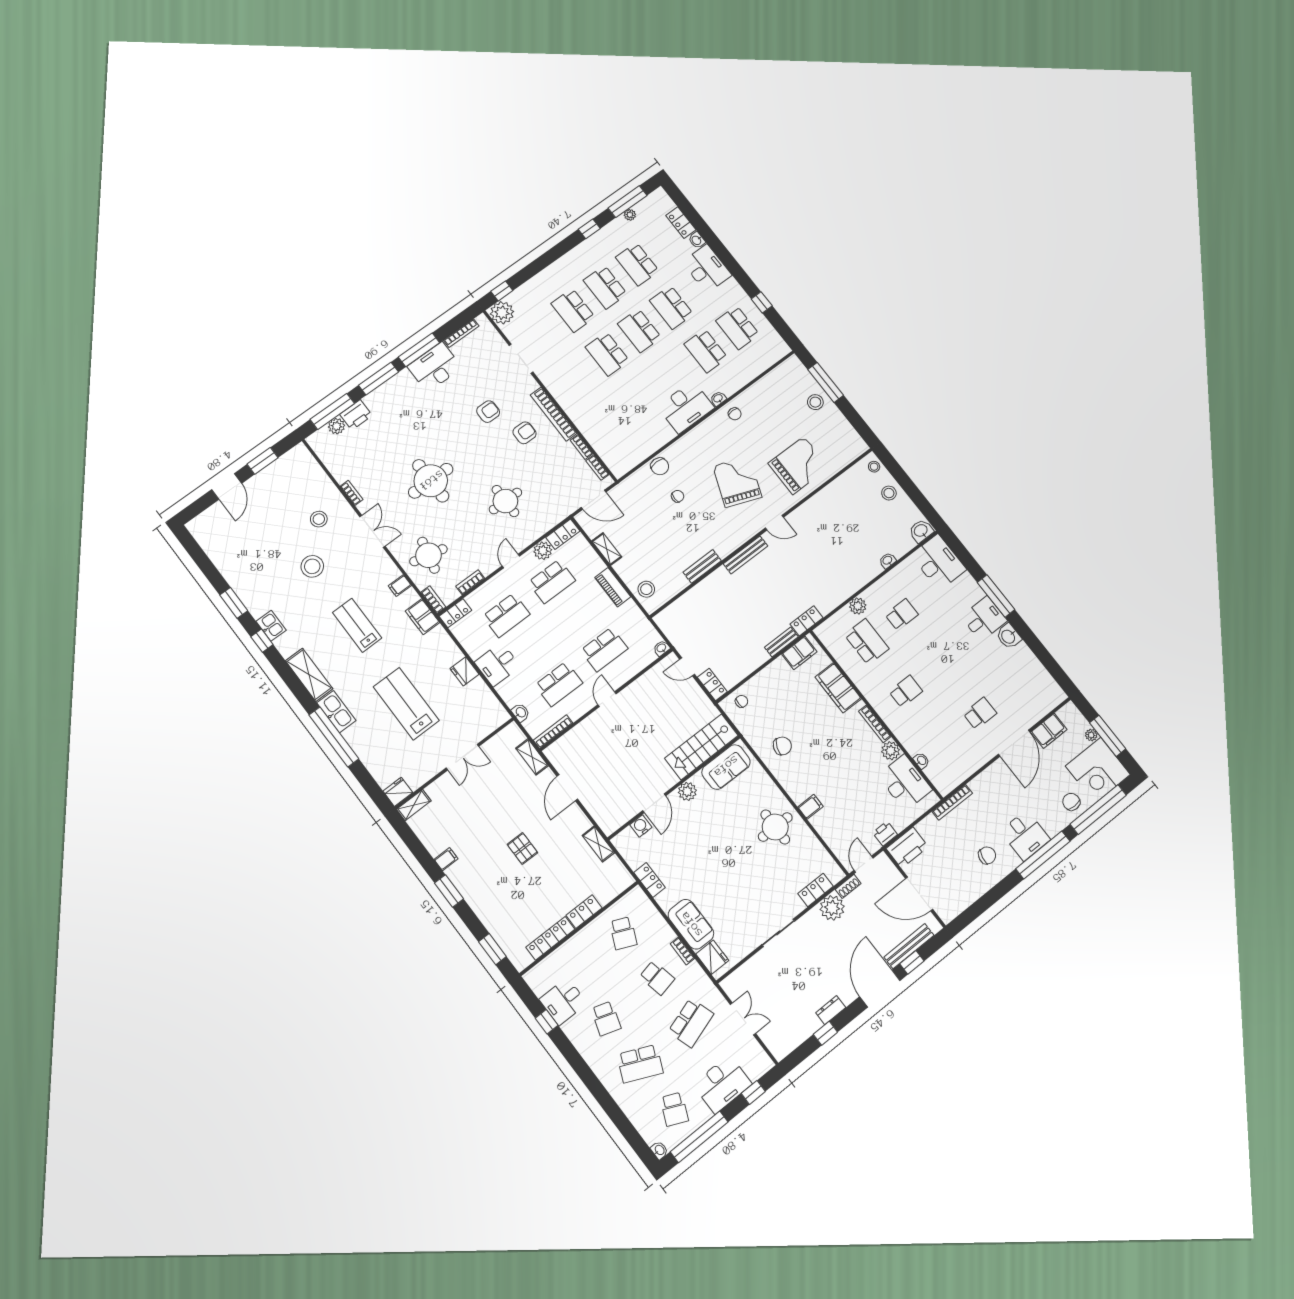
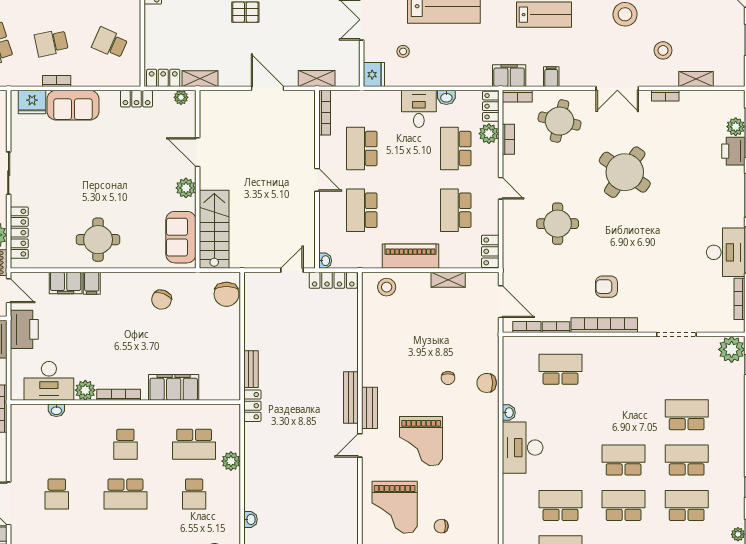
school desk: (607, 354) -> (560, 369), moved
washbasin: (718, 399) -> (509, 413), moved
armchair: (488, 412) -> (650, 269), removed
chair: (735, 414) -> (441, 526), moved
armchair: (525, 433) -> (606, 287), turned 90
shelving: (322, 480) -> (696, 79), added
round table: (431, 481) -> (625, 172), turned 35
grand piano: (737, 482) -> (421, 441), turned 69
door: (594, 500) -> (501, 302), swing flipped
plant: (543, 551) -> (489, 134), moved
bench: (702, 566) -> (370, 408), moved
piano: (613, 587) -> (411, 256), width x1.37, depth x1.33
filing cabinet: (799, 653) -> (66, 283), moved, turned -90
school desk: (941, 664) -> (125, 494), added
fridge: (464, 671) -> (374, 75), moved, turned 90
locker: (712, 685) -> (333, 280), moved, width x1.53
chair: (742, 701) -> (226, 294), width x1.87, depth x1.87
stool: (463, 708) -> (403, 51), added
washbasin: (521, 712) -> (446, 97), moved
water cooler: (641, 826) -> (187, 126), removed
printer: (885, 834) -> (24, 329), width x1.87, depth x1.48
plant: (623, 847) -> (181, 97), added
locker: (816, 890) -> (19, 233), width x1.53
locker: (584, 912) -> (163, 78), moved, turned -90

